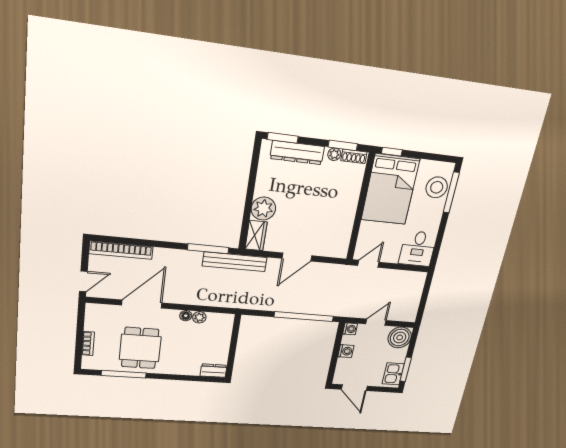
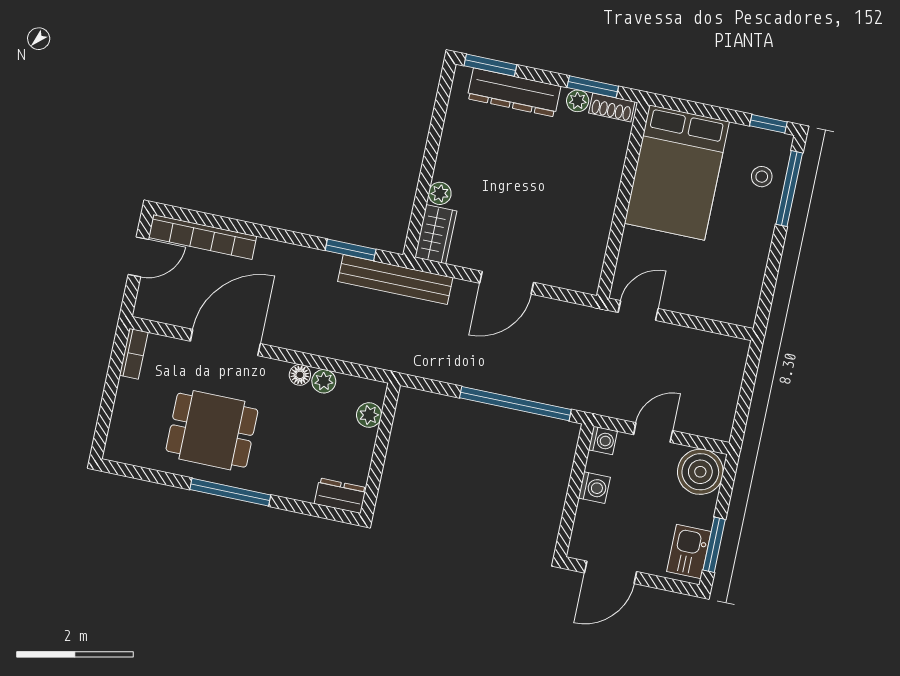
window: (392, 152) -> (768, 124), moved
stool: (437, 187) -> (762, 177), width x0.53, depth x0.53
plant: (263, 209) -> (440, 193), width x0.53, depth x0.53
window: (208, 249) -> (351, 250), width x0.69
desk: (418, 249) -> (731, 290), removed
door: (83, 281) -> (138, 257), moved
plant: (226, 331) -> (369, 415), added
bookcase: (88, 344) -> (134, 354), moved
dining table: (140, 348) -> (212, 430), turned 90
window: (124, 374) -> (230, 492), moved
door: (354, 388) -> (611, 572), hinge flipped

